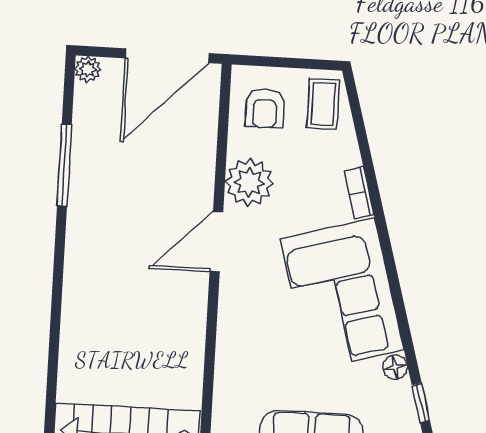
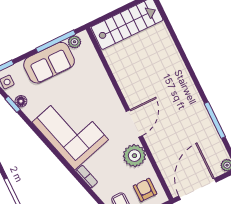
floor lamp: (395, 367) -> (21, 101), moved

